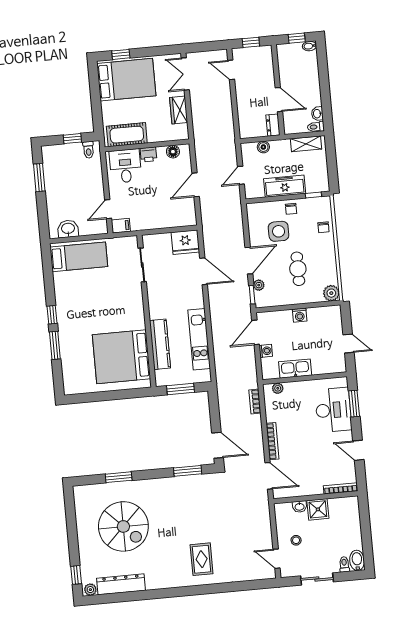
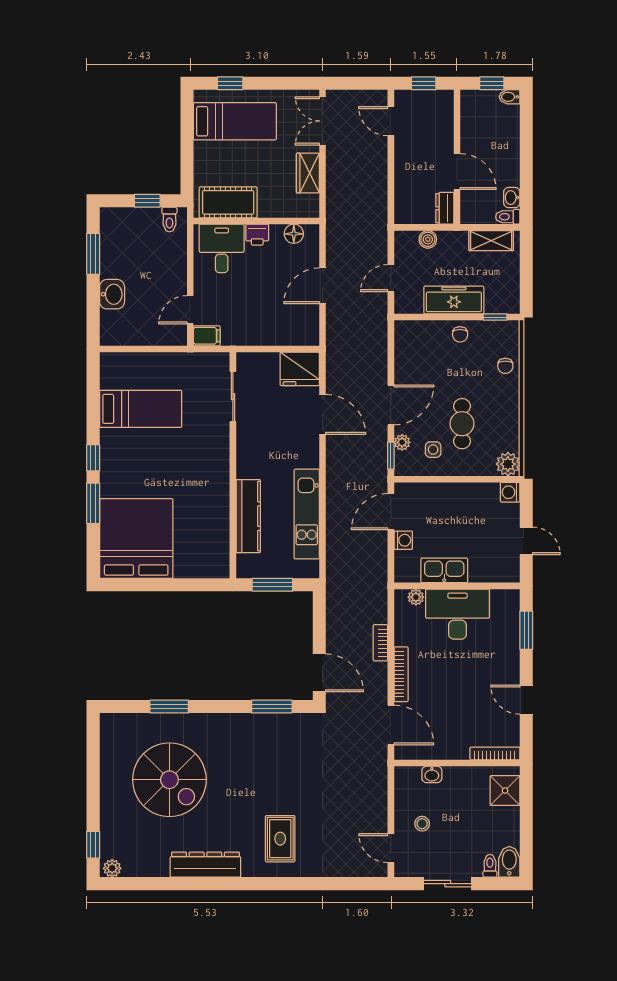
bed: (126, 80) -> (235, 121), width x0.67
washbasin: (68, 229) -> (112, 294), moved, turned 90
side table: (279, 231) -> (433, 450), moved, width x0.54, depth x0.54
bed: (79, 257) -> (141, 409), moved
washing machine: (300, 315) -> (510, 492), moved, turned 90
bed: (121, 357) -> (136, 539), moved, turned 90
bookcase: (255, 401) -> (380, 643), moved
desk: (333, 410) -> (458, 614), moved, turned -90
shower: (318, 509) -> (505, 791), moved
dresser: (121, 584) -> (205, 865), moved

